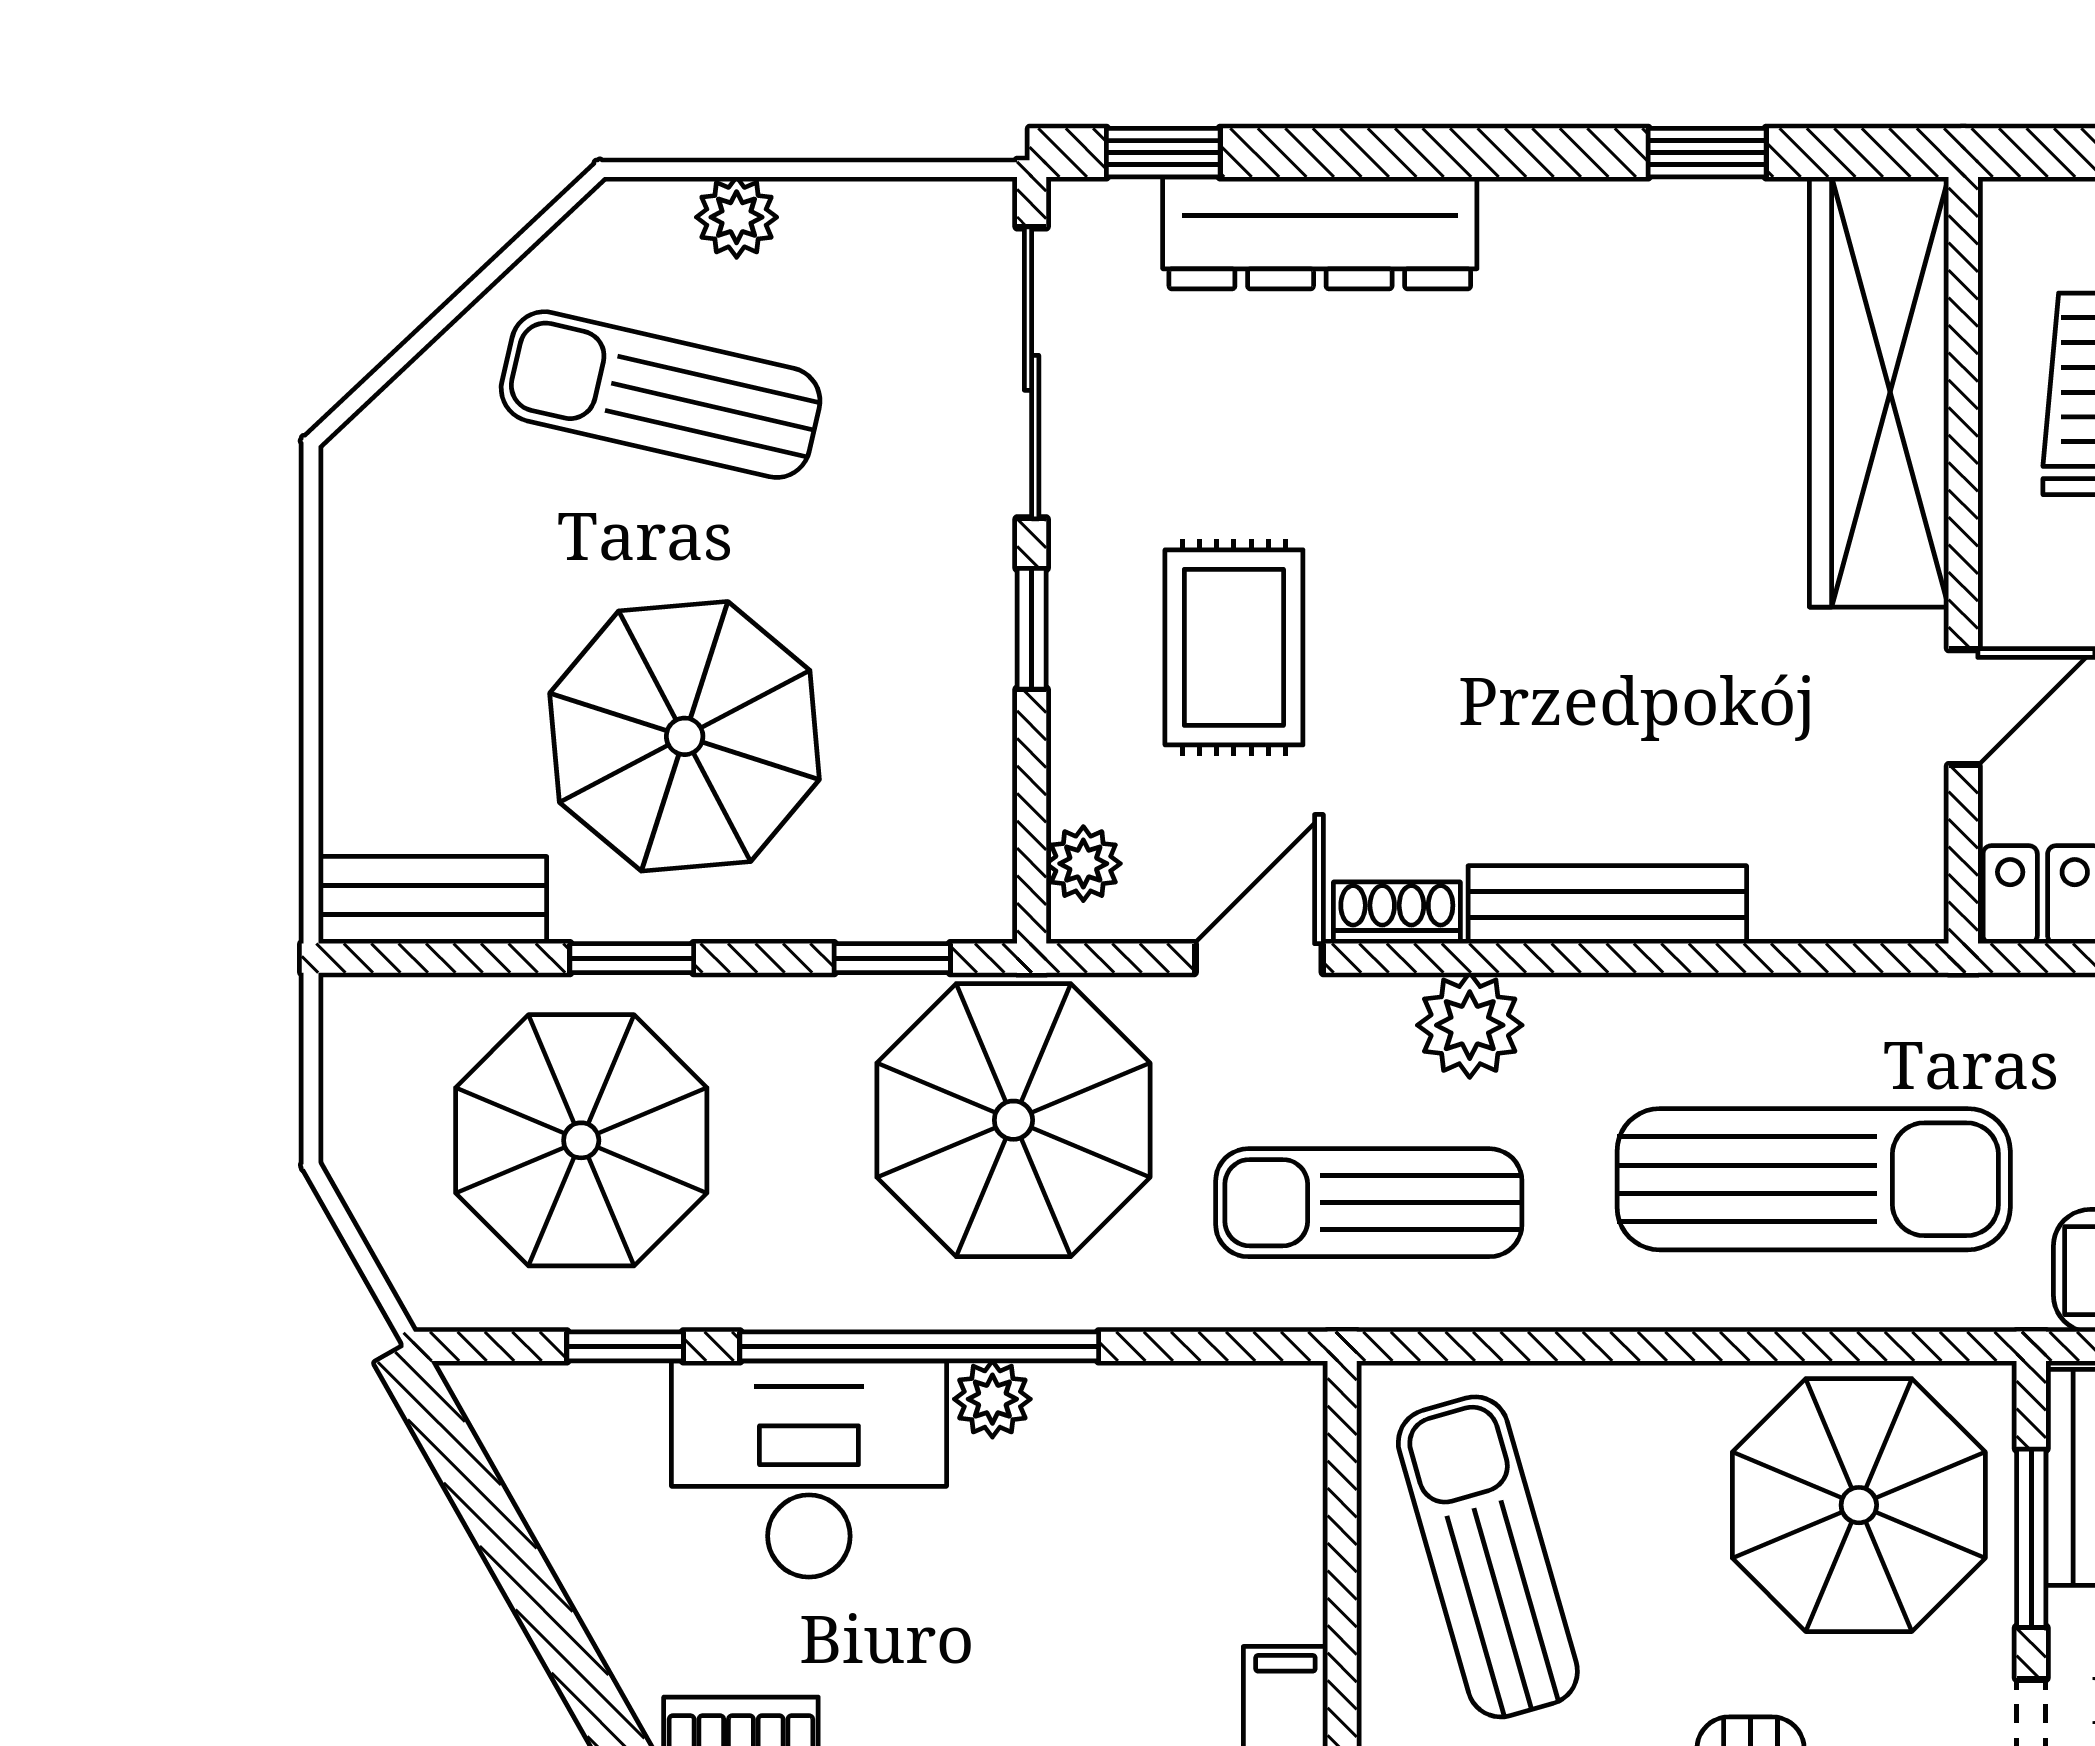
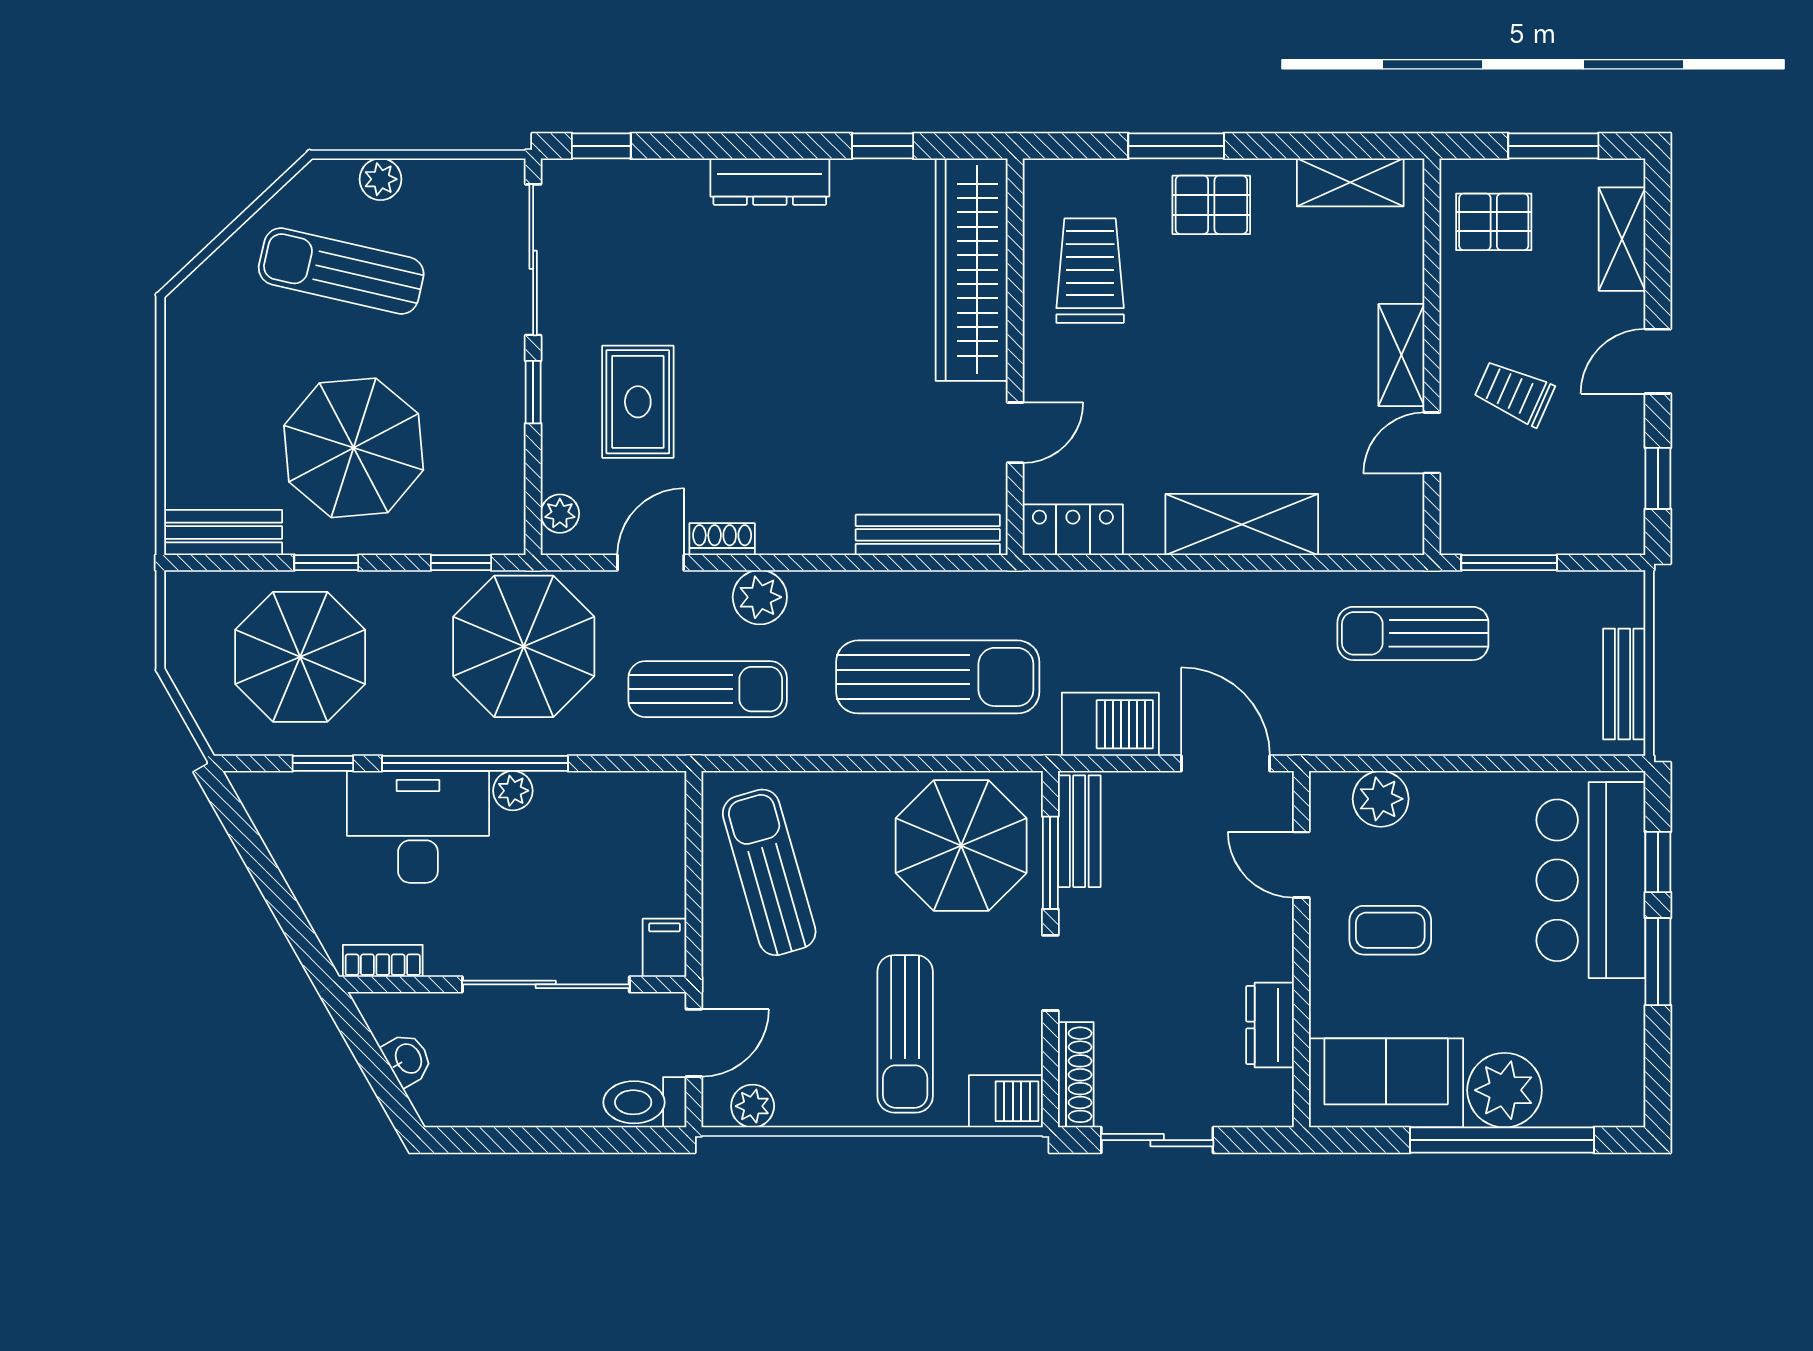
dresser: (1320, 233) -> (770, 182), moved, width x0.73, depth x0.80
bench: (1607, 905) -> (928, 535), moved
sun lounger: (1369, 1203) -> (708, 689), turned 180

